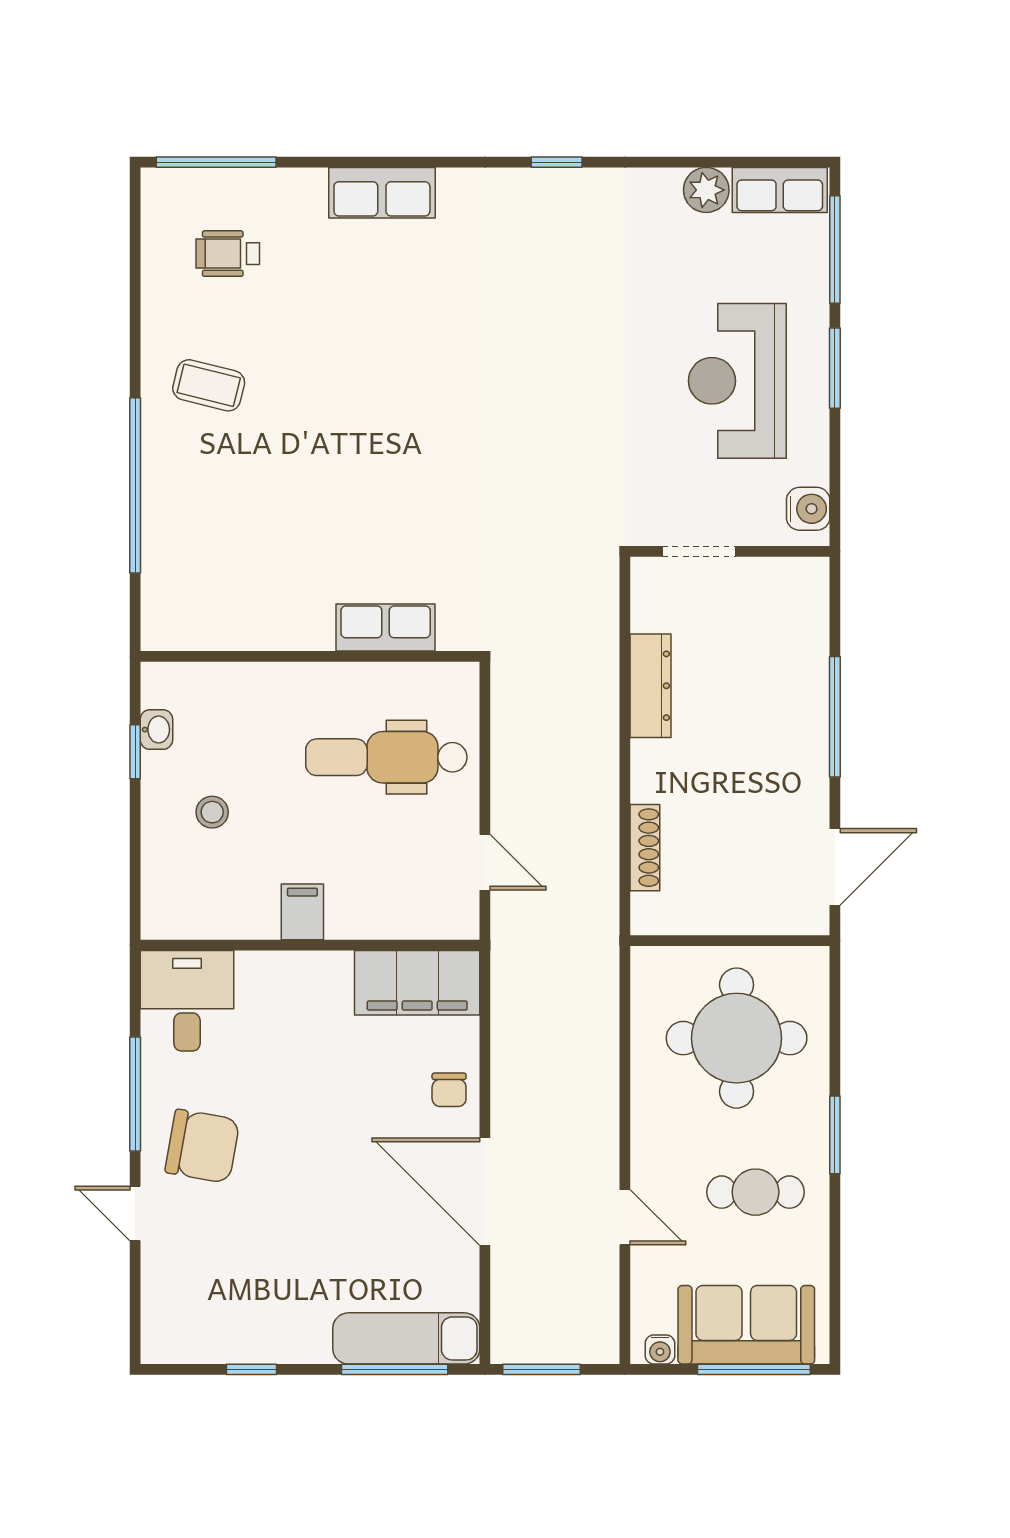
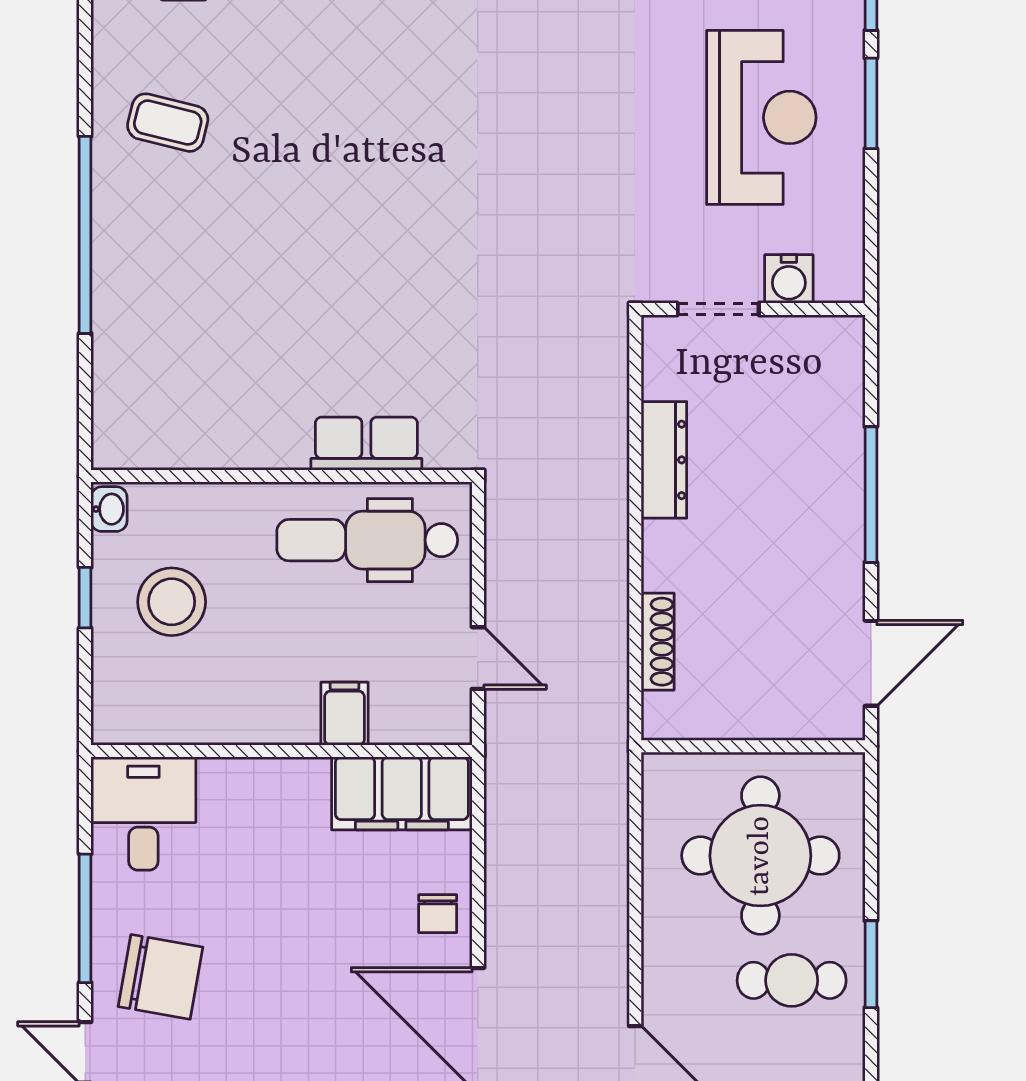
reception desk: (737, 381) -> (761, 117), turned 180
water cooler: (808, 509) -> (789, 279), moved, turned 90
row of seats: (386, 628) -> (366, 444), moved
wall: (310, 656) -> (282, 476), moved
window: (135, 752) -> (85, 598), moved
stool: (212, 812) -> (172, 602), width x1.89, depth x1.89
filing cabinet: (302, 912) -> (344, 714), moved
cafe table: (756, 1192) -> (792, 980), moved

